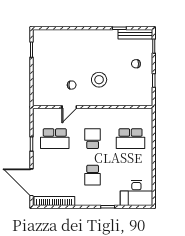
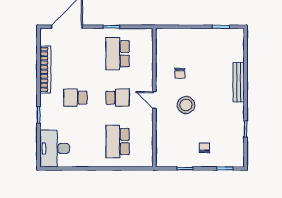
bench: (135, 34) -> (239, 82), moved
door: (69, 107) -> (154, 100), moved
bookcase: (54, 201) -> (45, 70), moved

